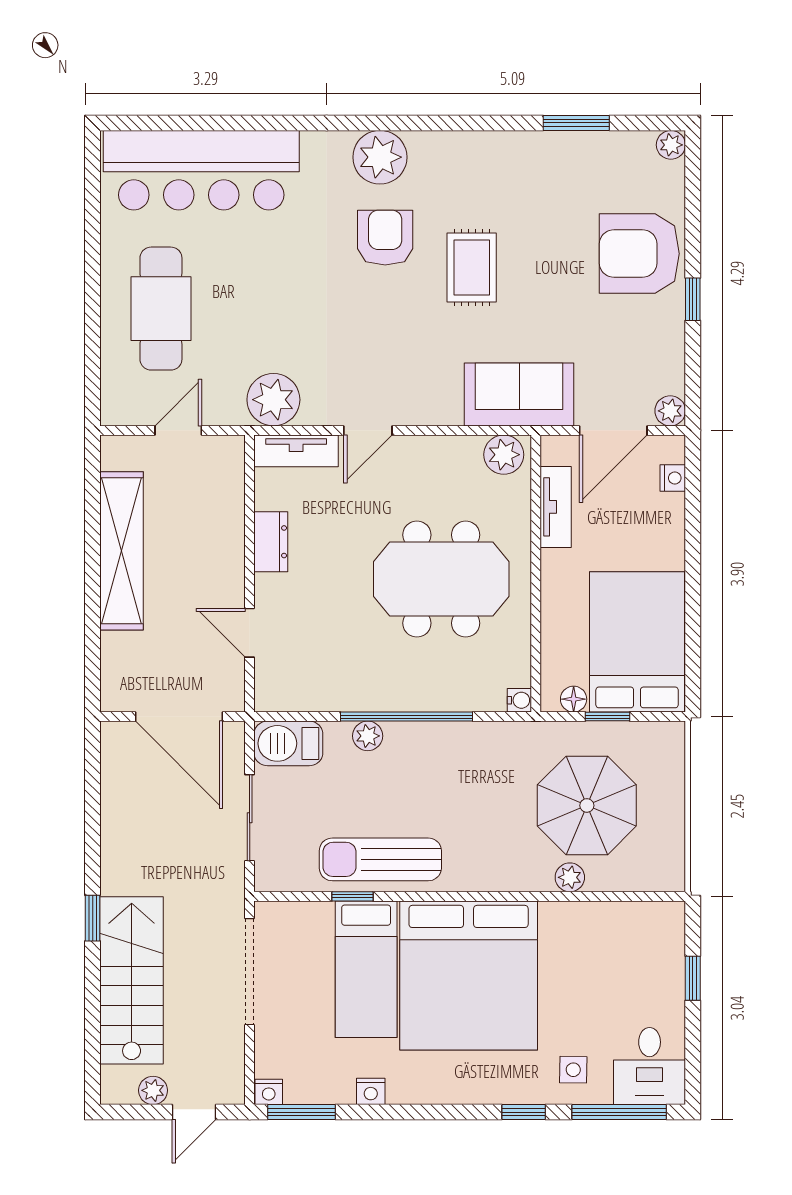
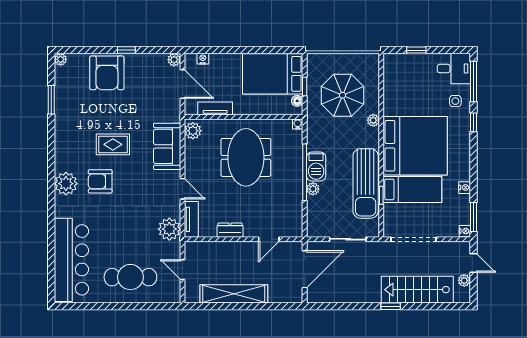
sofa: (519, 394) -> (167, 146), moved
barbecue: (288, 743) -> (316, 167), moved
sun lounger: (380, 859) -> (366, 183), width x1.36, depth x1.34
plant: (570, 877) -> (373, 120), moved

